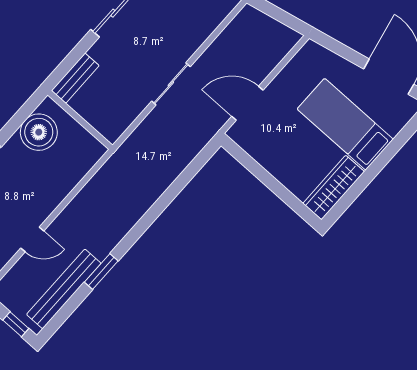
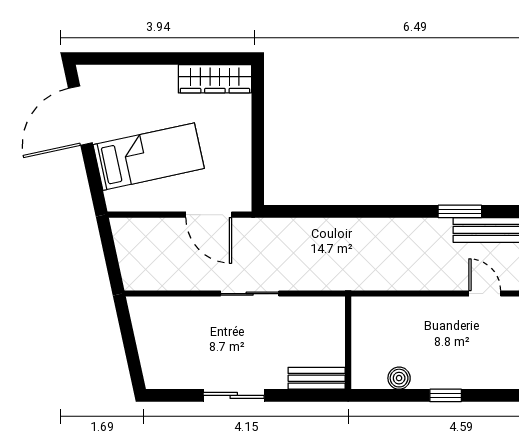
bed: (345, 124) -> (149, 157), moved, turned -102
boiler: (39, 132) -> (399, 378), width x0.54, depth x0.54

